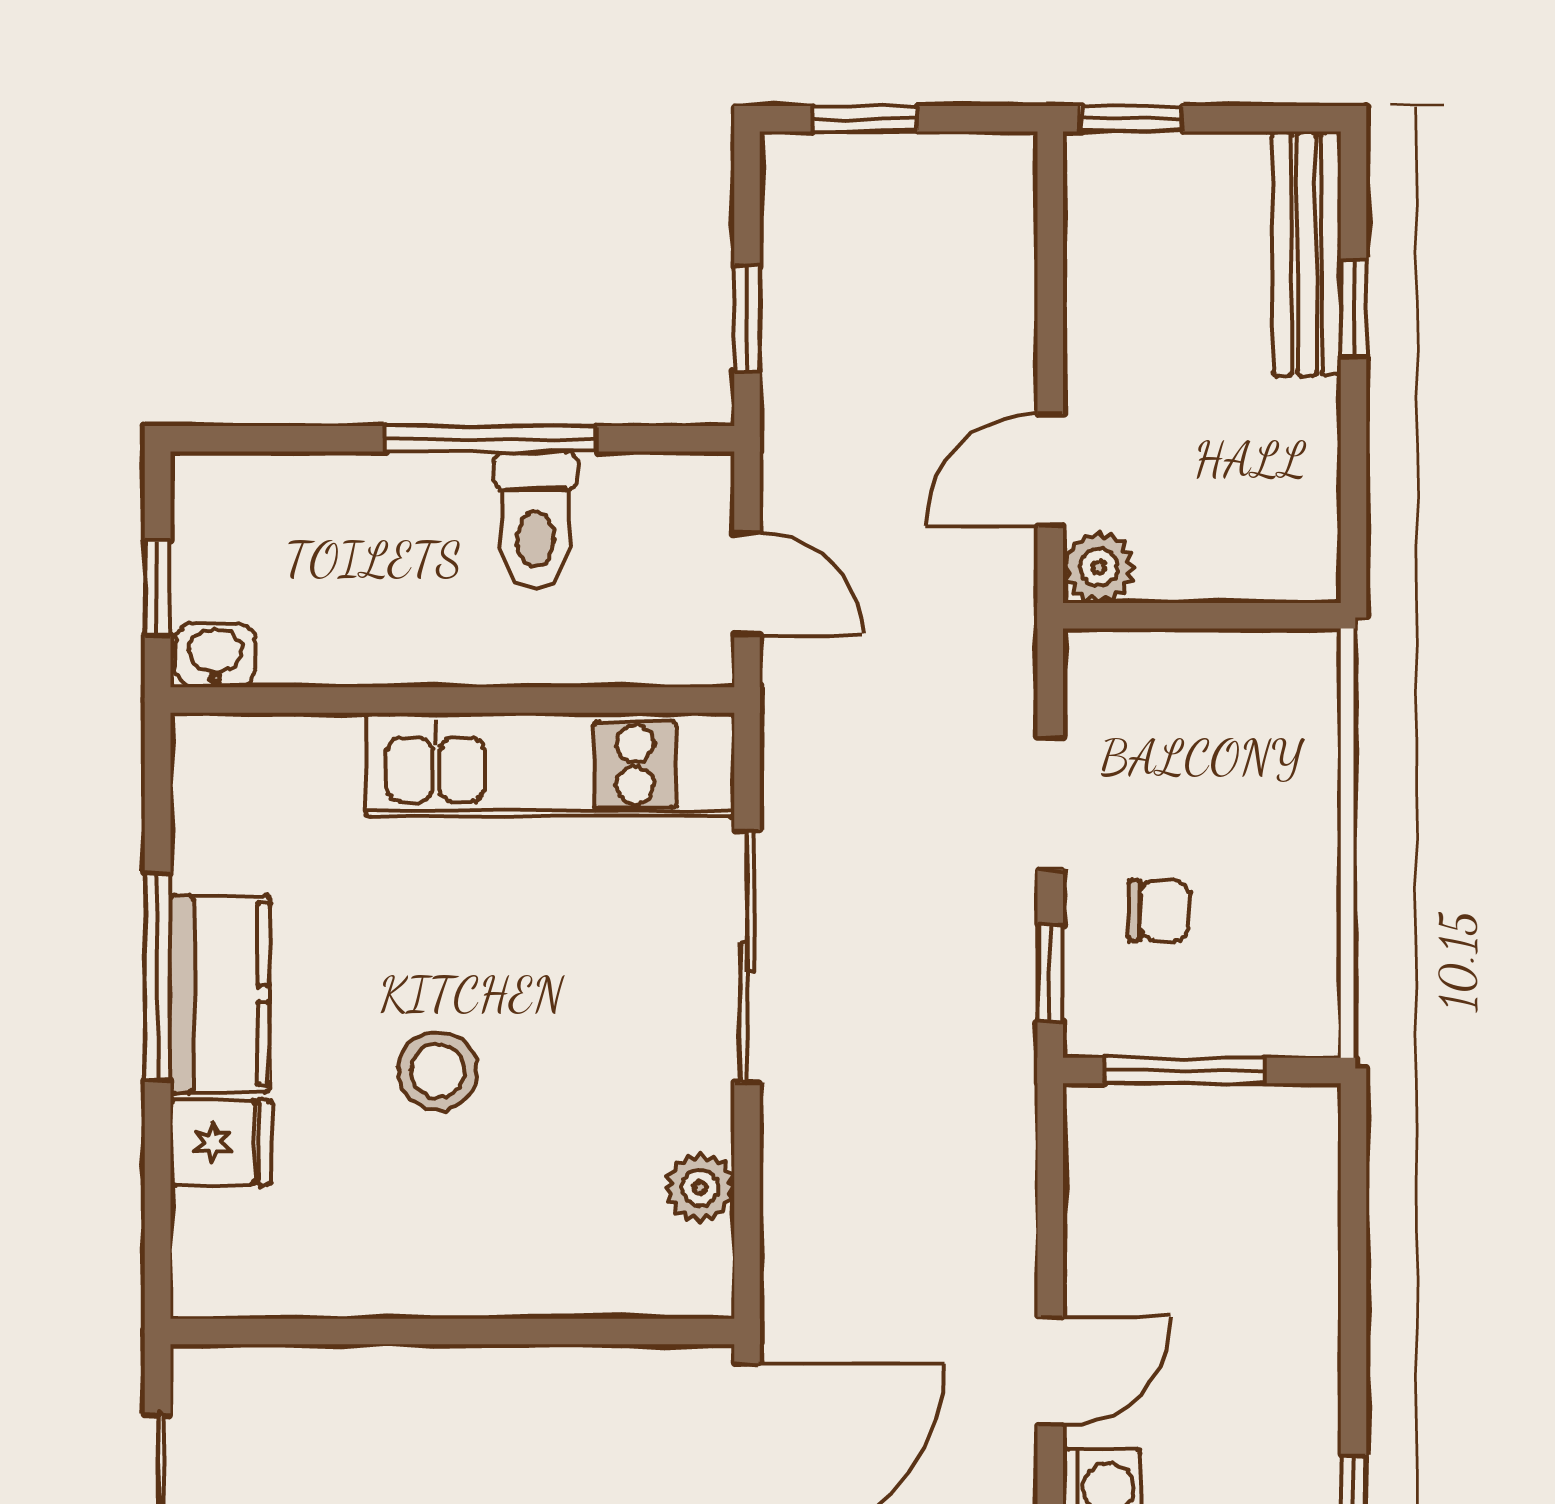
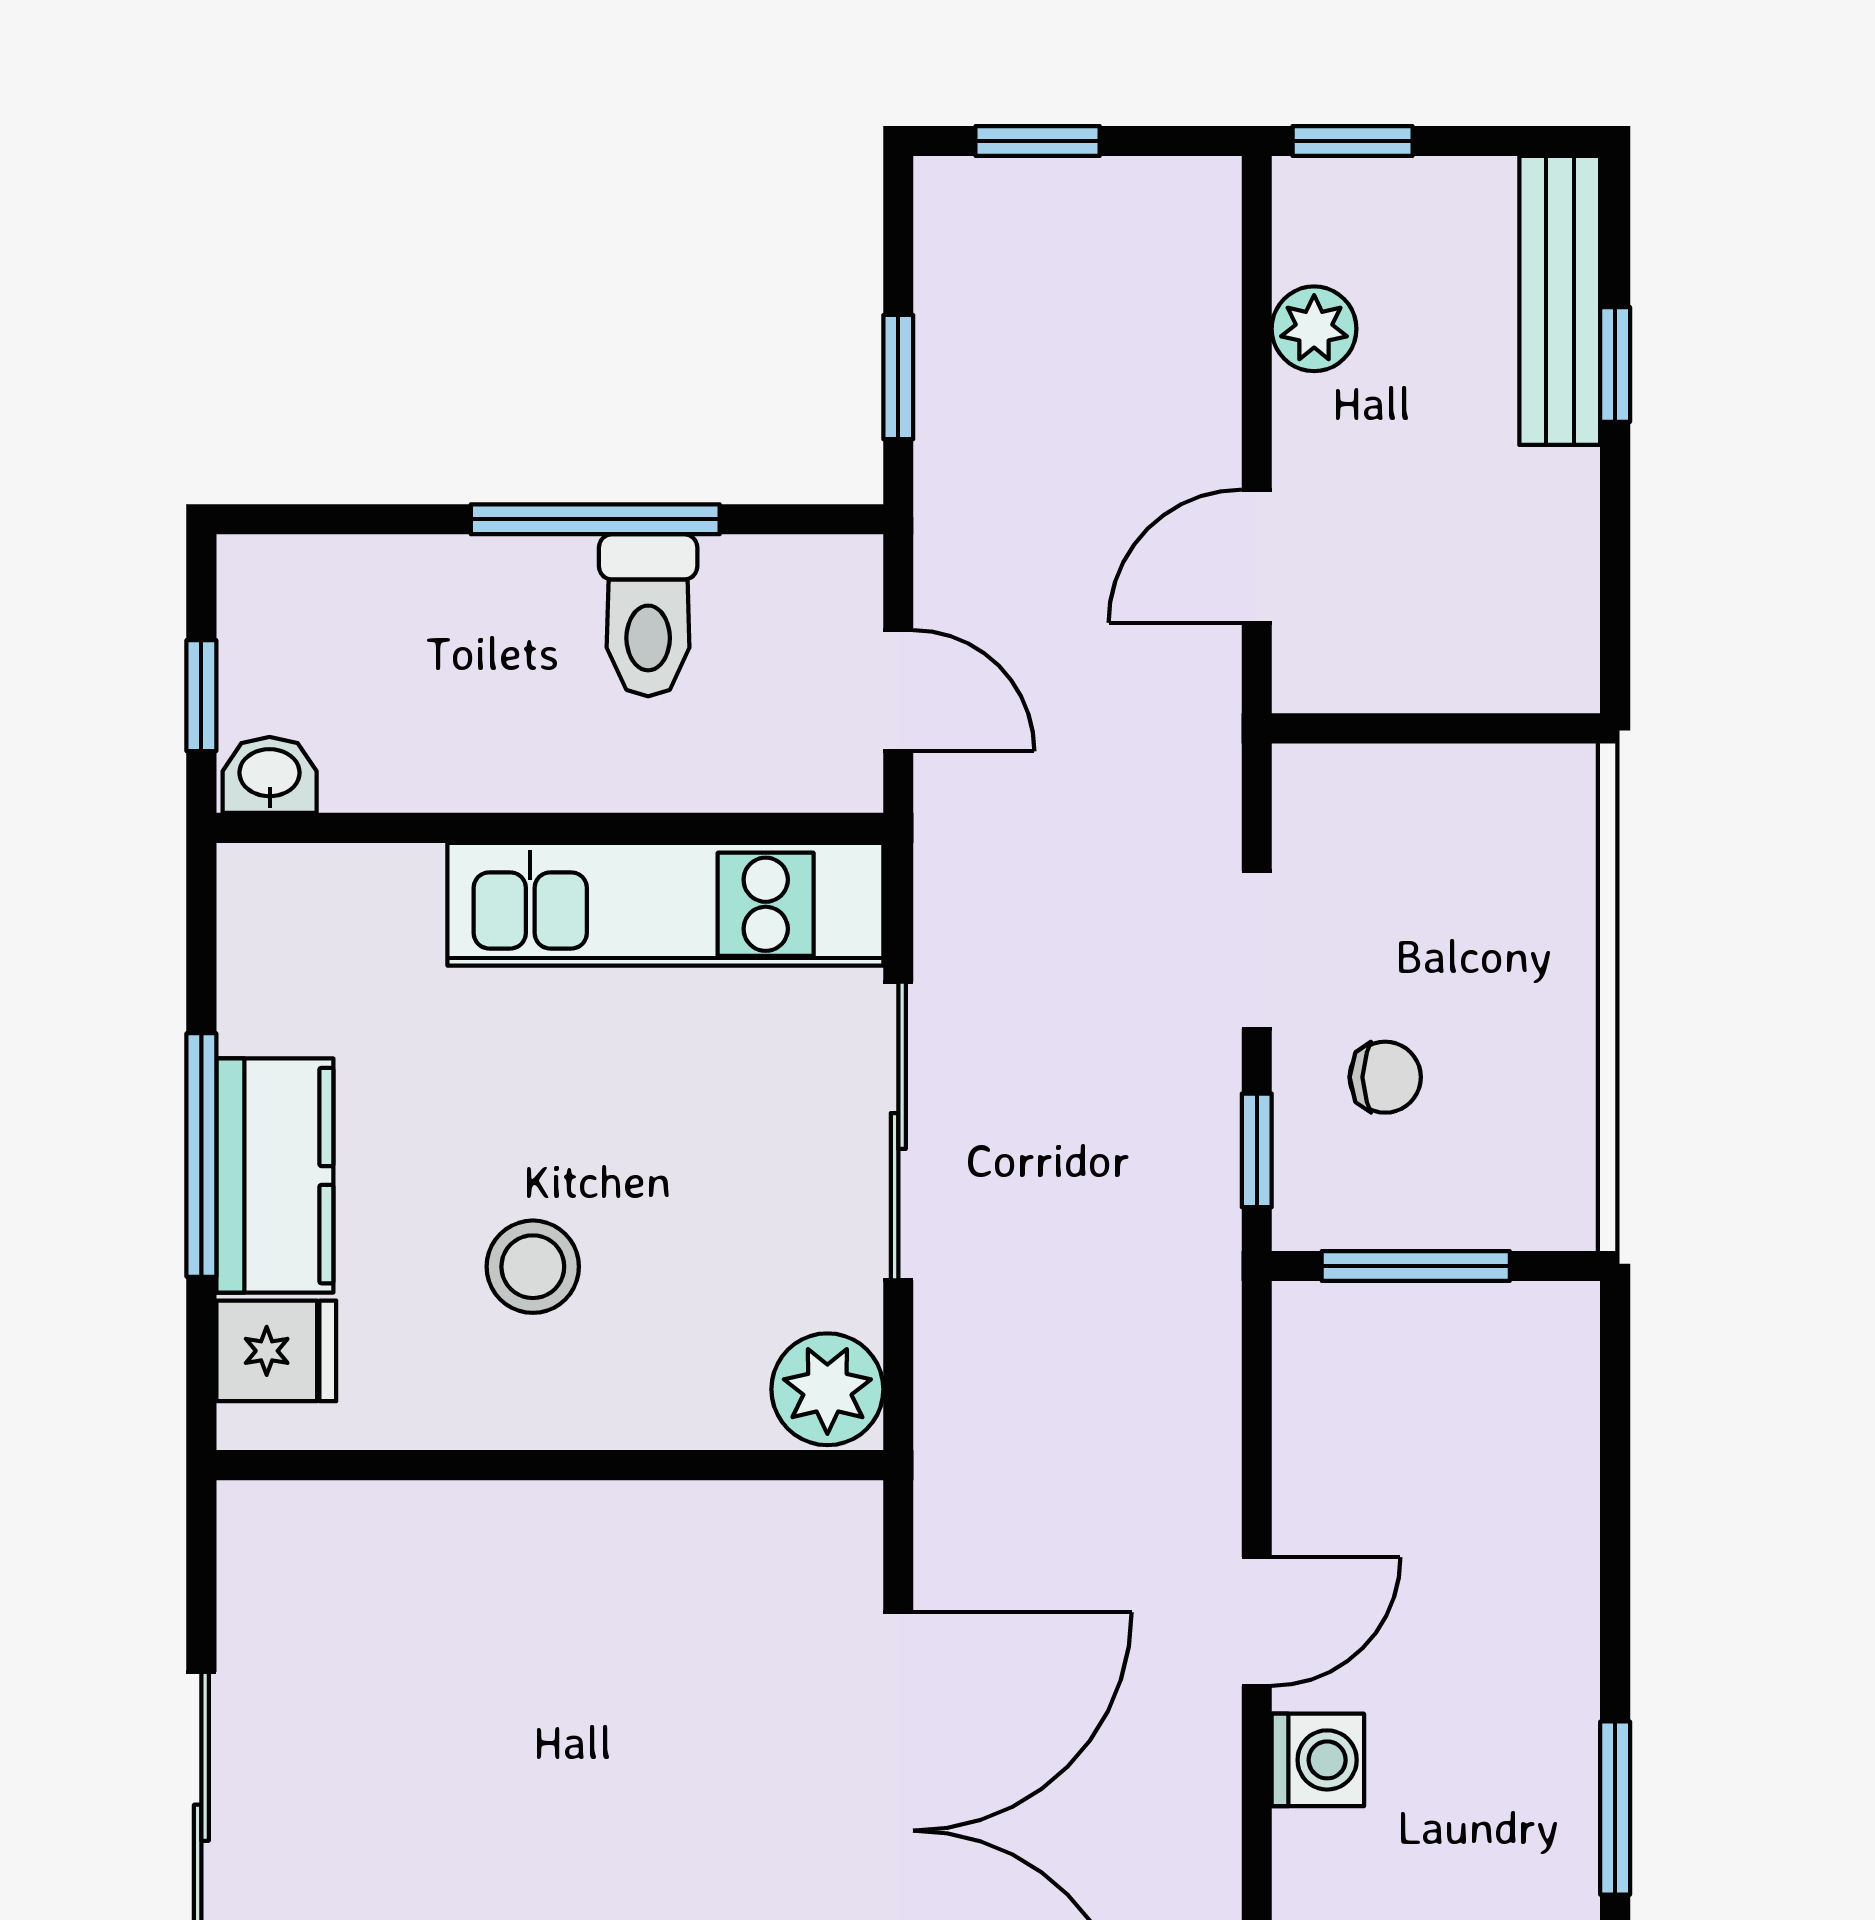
plant: (1099, 567) -> (1314, 329), moved
plant: (700, 1188) -> (827, 1389), width x1.38, depth x1.38
wall: (452, 1331) -> (550, 1465), moved

